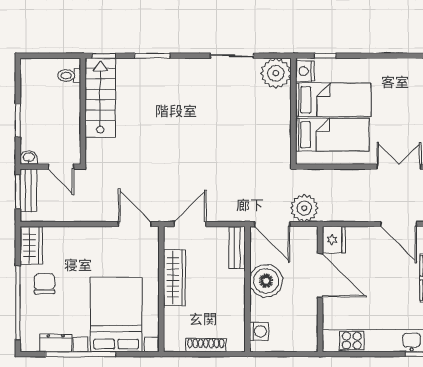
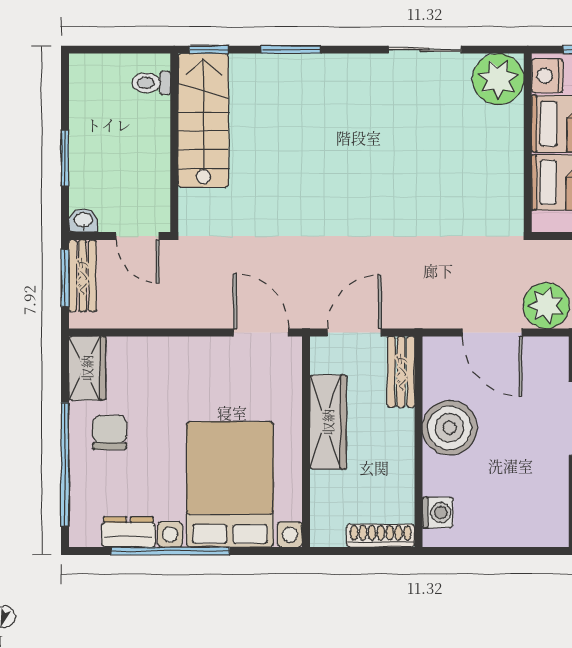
bench: (237, 248) -> (401, 372), moved
boiler: (266, 281) -> (450, 428), moved
wall: (247, 289) -> (418, 442), moved
washing machine: (259, 331) -> (438, 513), moved

